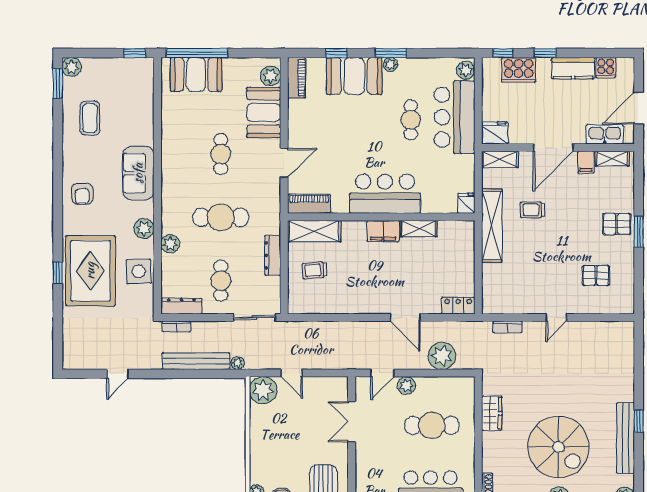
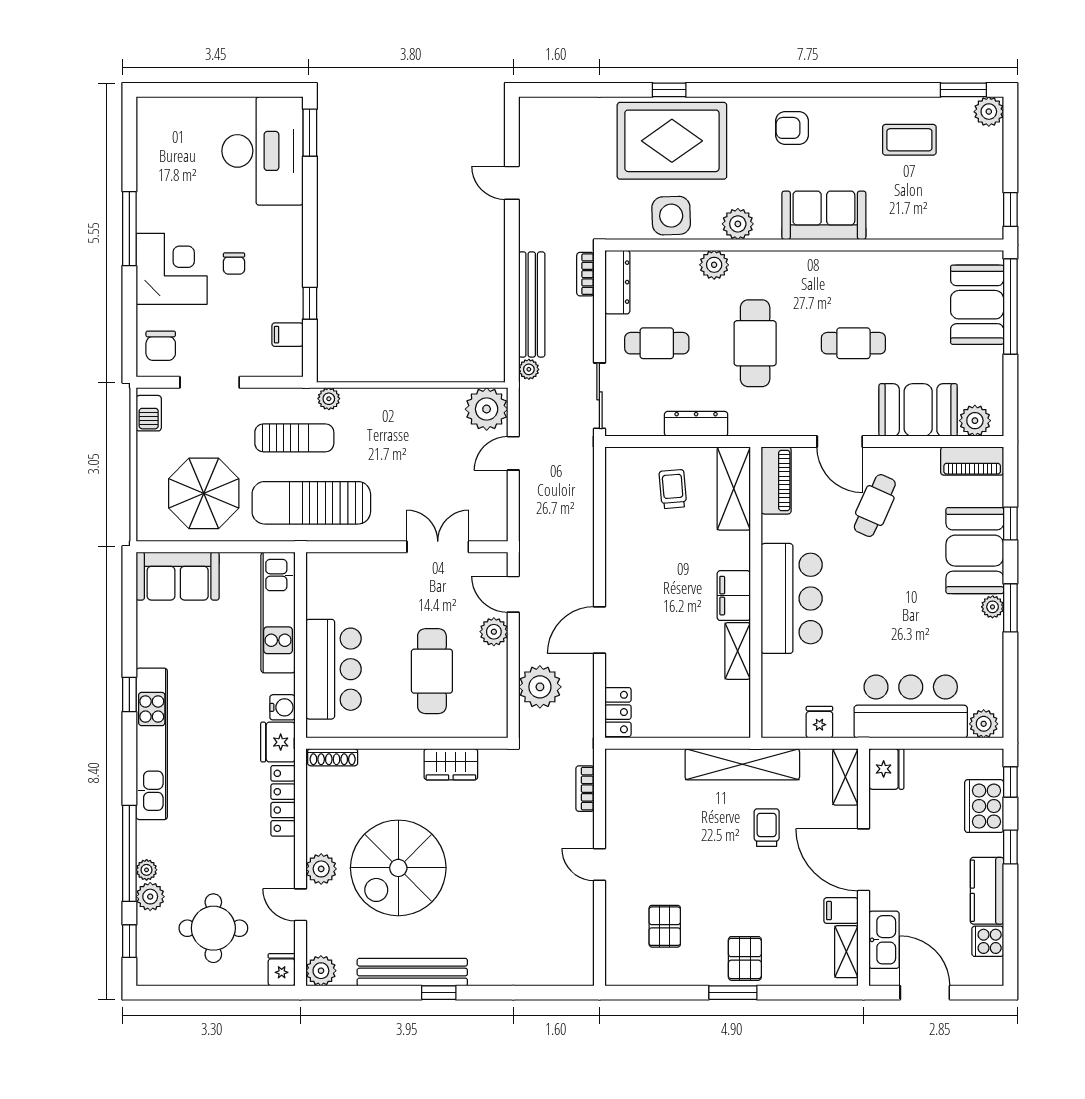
cafe table: (411, 120) -> (875, 506), moved, turned -66
fridge: (466, 203) -> (819, 722), moved, turned -90

